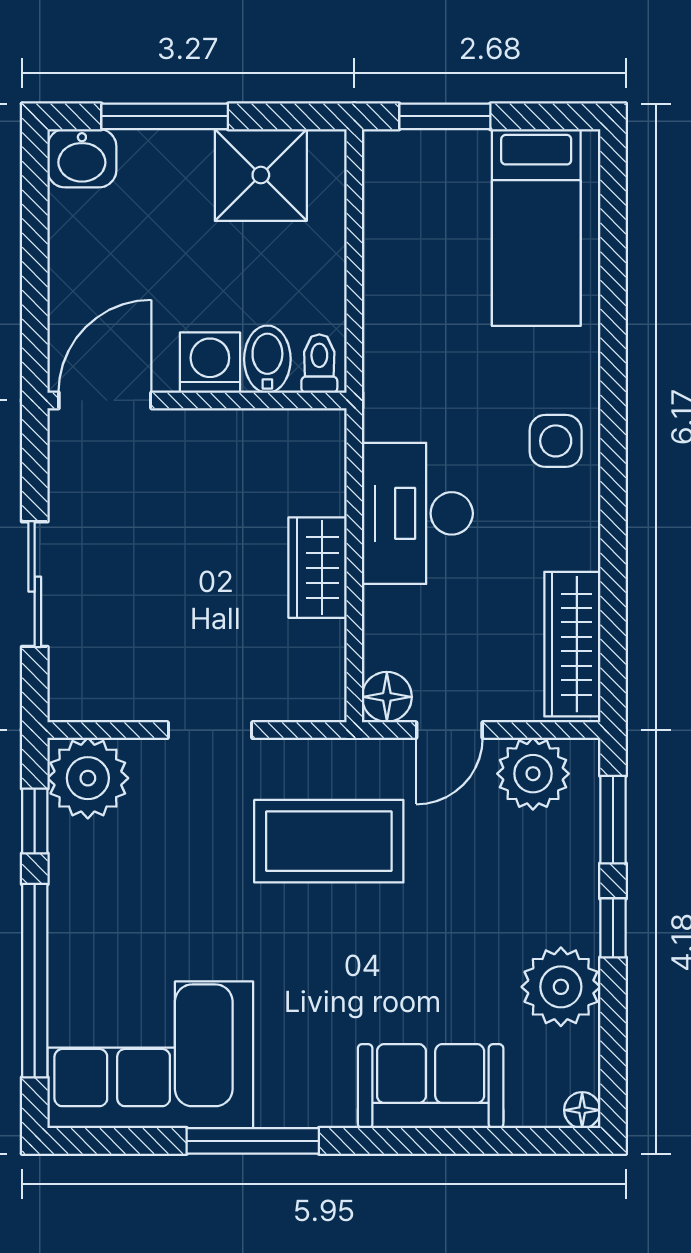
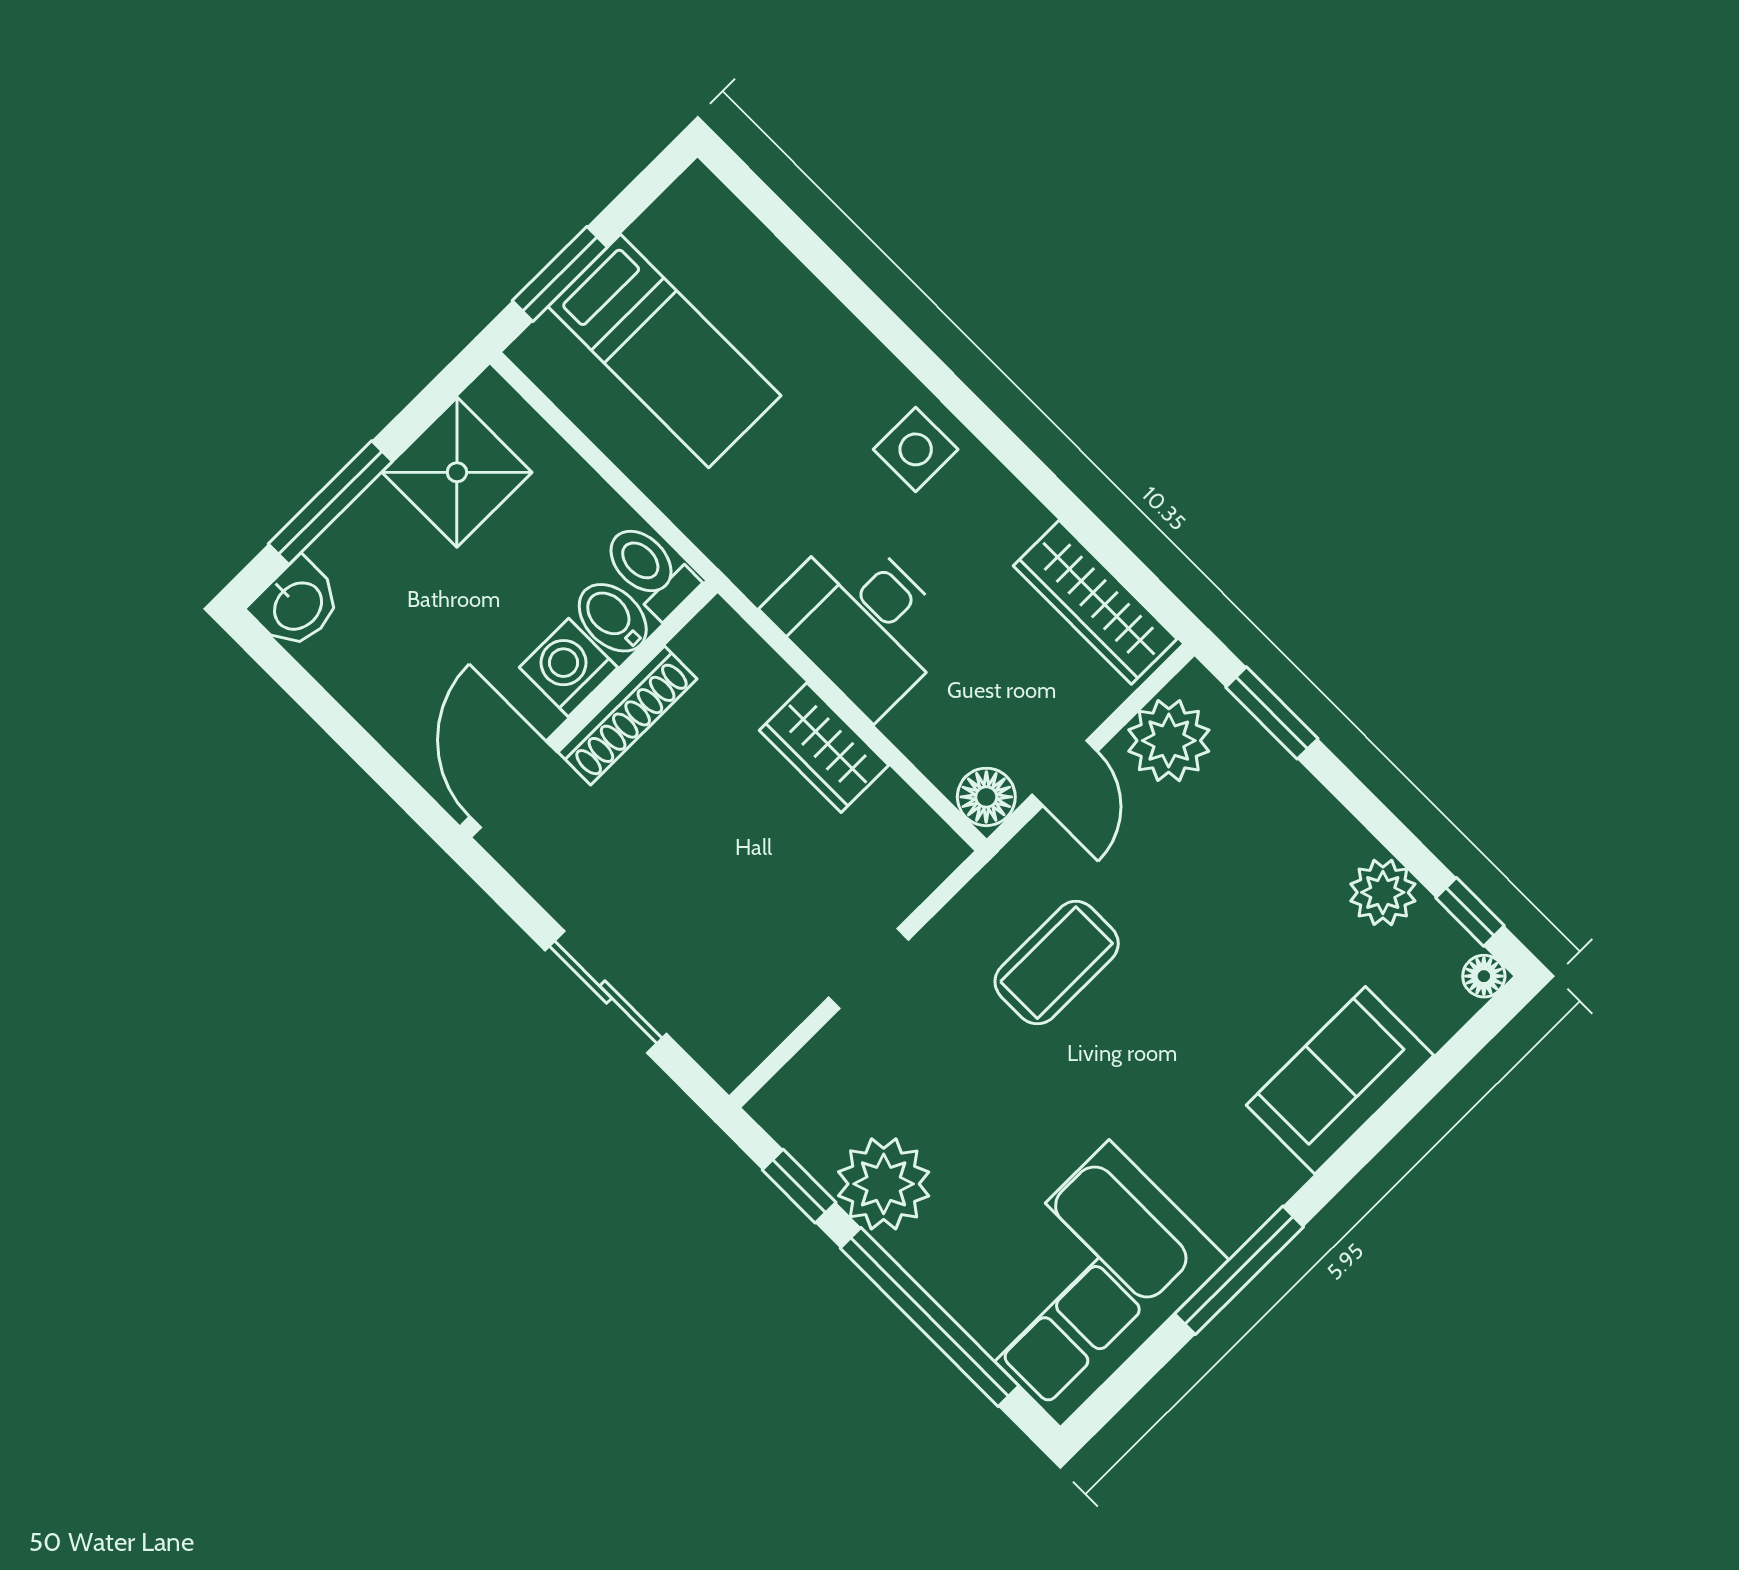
bed: (536, 227) -> (665, 351), moved
toilet: (319, 364) -> (650, 570), width x1.37, depth x1.39
shoe rack: (217, 428) -> (628, 716), added
plant: (88, 778) -> (884, 1184), moved
coffee table: (329, 841) -> (1057, 963), width x0.73, depth x0.76
window: (613, 928) -> (1470, 912), moved
plant: (561, 987) -> (1383, 892), width x0.73, depth x0.73

